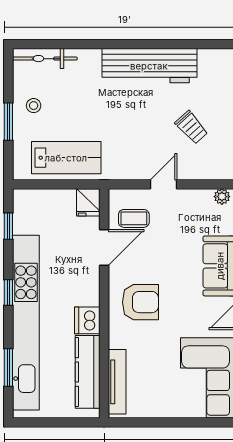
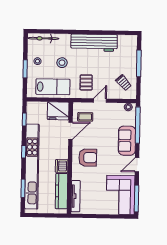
stool: (84, 108) -> (62, 63), added
trolley: (191, 127) -> (124, 83), moved
pallet: (134, 148) -> (86, 82), added
fridge: (88, 202) -> (58, 111), width x1.88, depth x1.34

